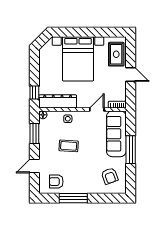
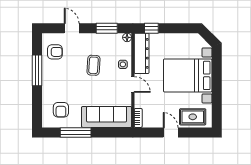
door: (131, 75) -> (171, 132), swing flipped
door: (97, 109) -> (133, 85), moved
window: (131, 150) -> (76, 132), moved
armchair: (110, 176) -> (61, 110), turned -70
armchair: (56, 182) -> (55, 52), turned 90

